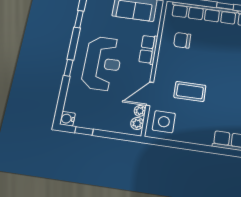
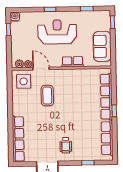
chair: (182, 40) -> (83, 84), removed
reception desk: (102, 63) -> (57, 32), turned 180

